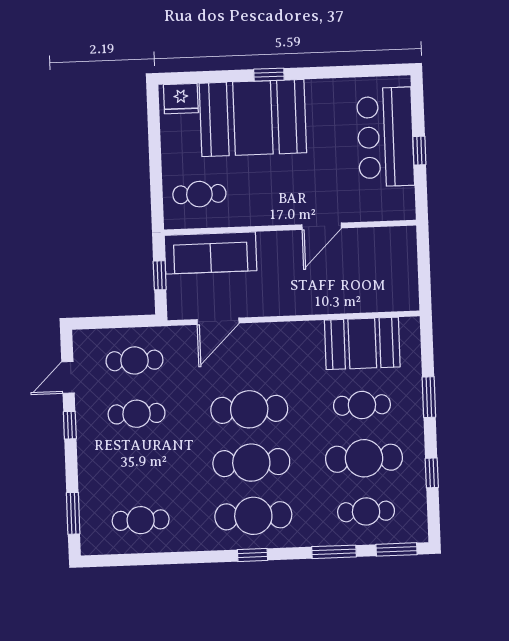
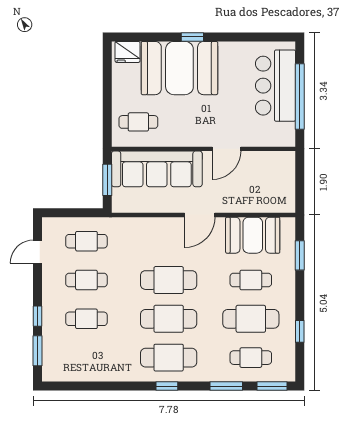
window: (419, 151) -> (300, 96), width x3.17
sofa: (211, 253) -> (157, 169), width x1.36, depth x1.27
window: (160, 275) -> (107, 180), width x1.50
door: (218, 321) -> (200, 215), moved
window: (429, 397) -> (300, 255), moved
window: (70, 425) -> (38, 316), moved
cafe table: (141, 520) -> (86, 319), moved

